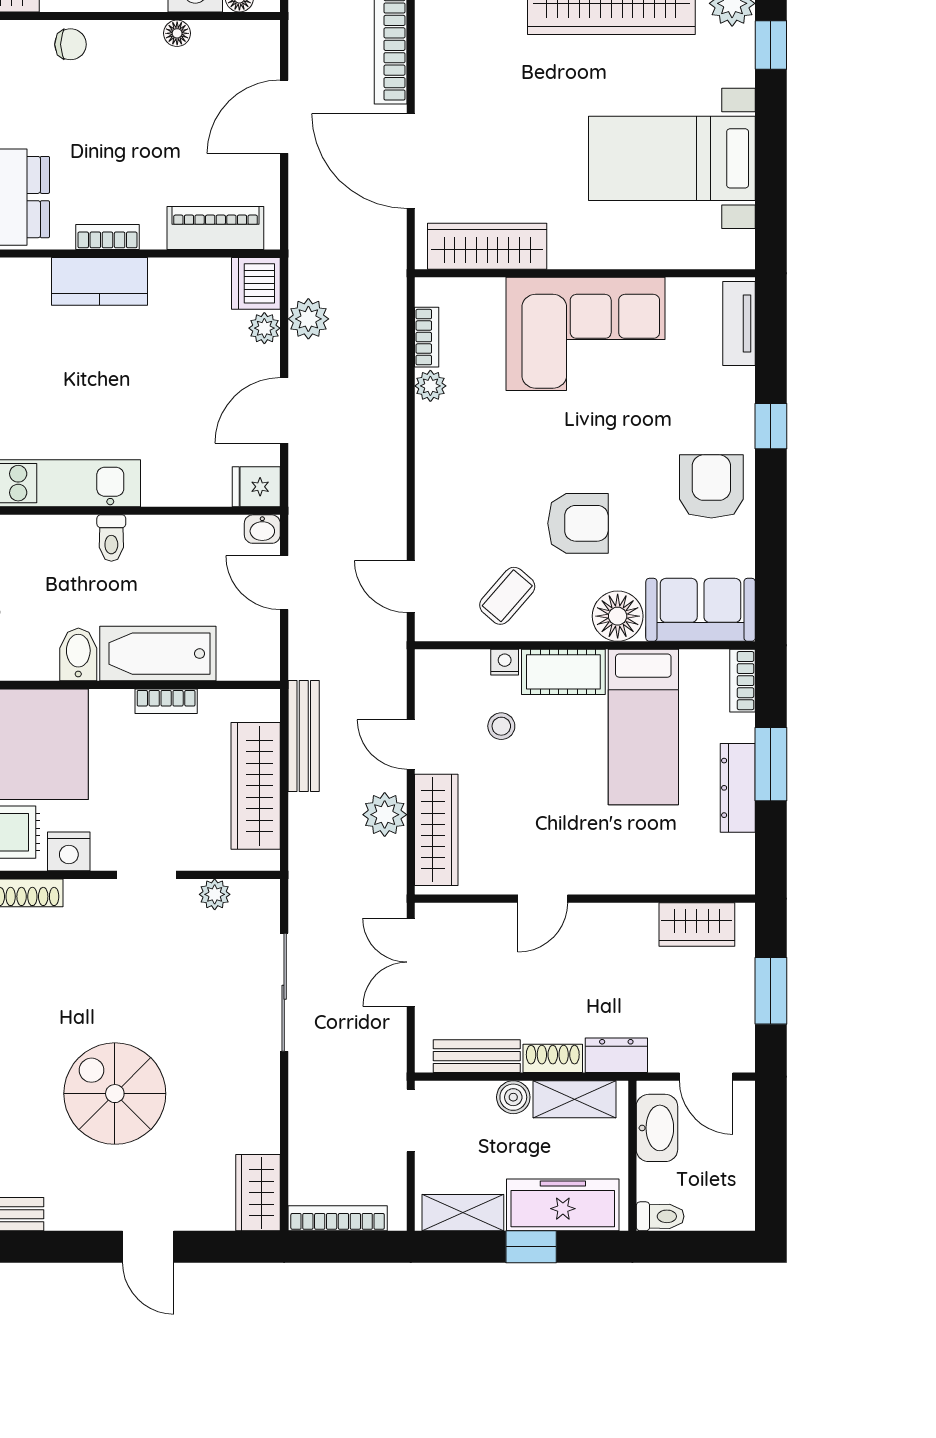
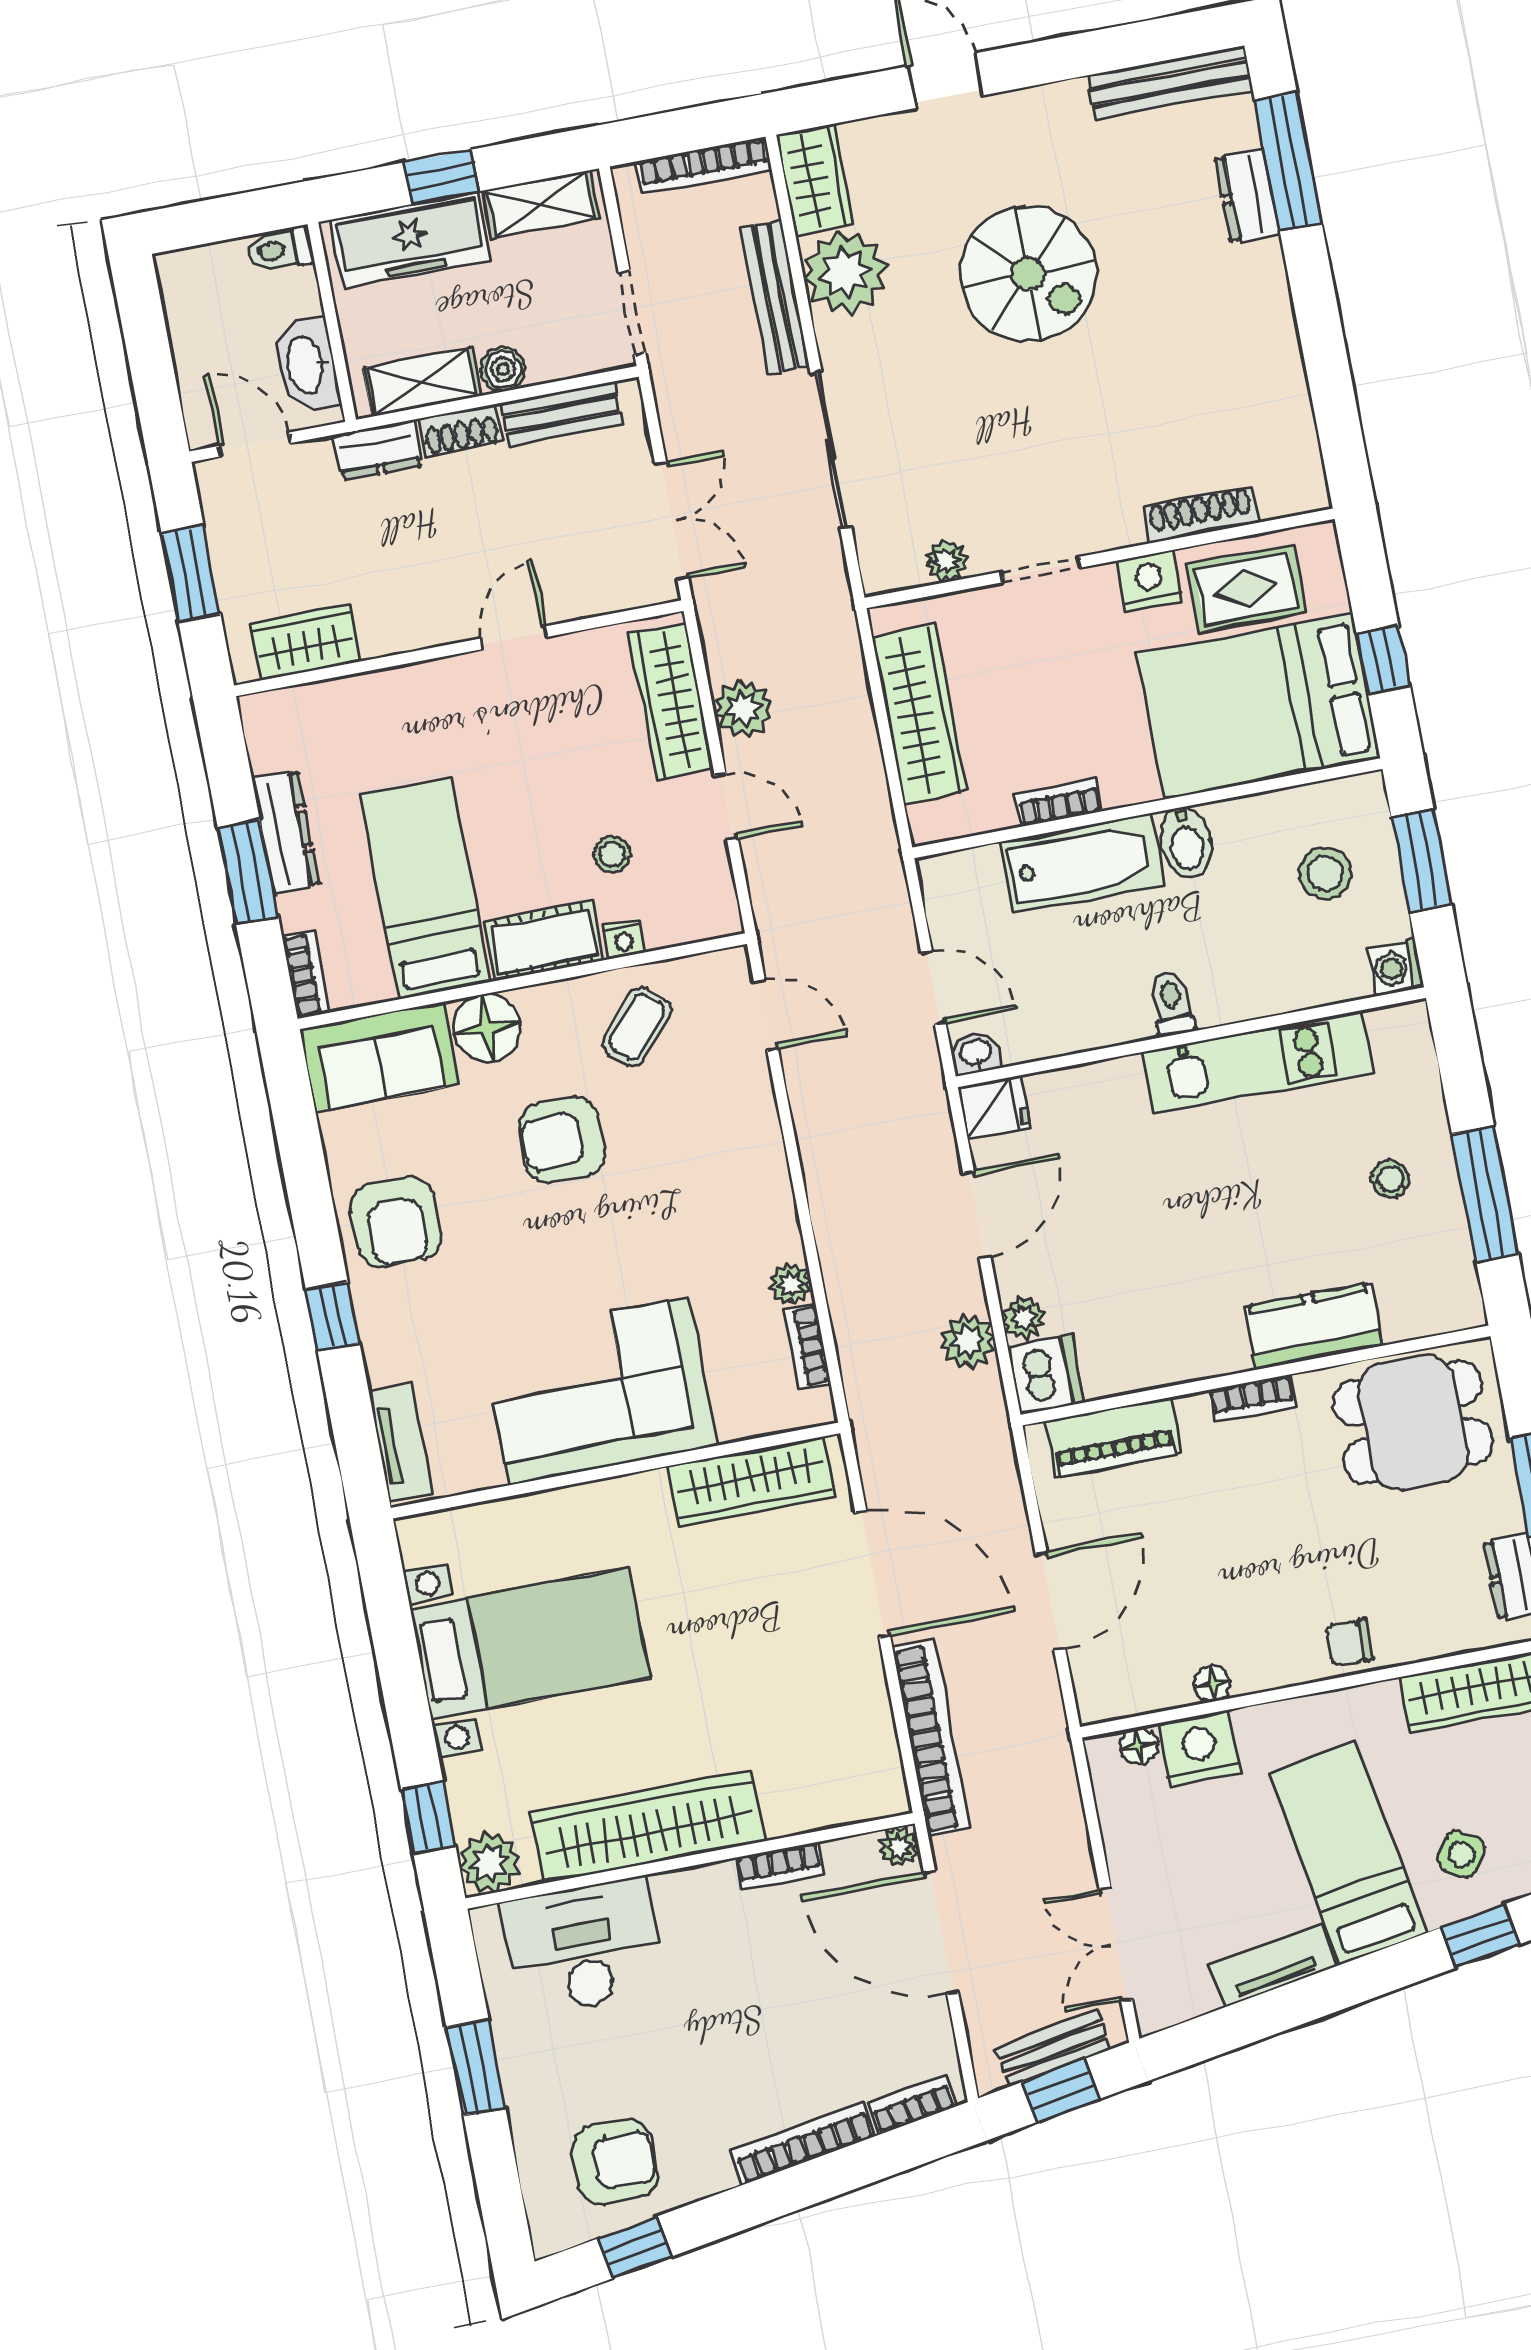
kitchen counter: (100, 281) -> (1313, 1326), moved
bench: (304, 736) -> (775, 297), moved
plant: (249, 1120) -> (845, 273), added

